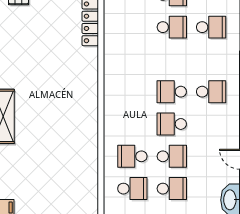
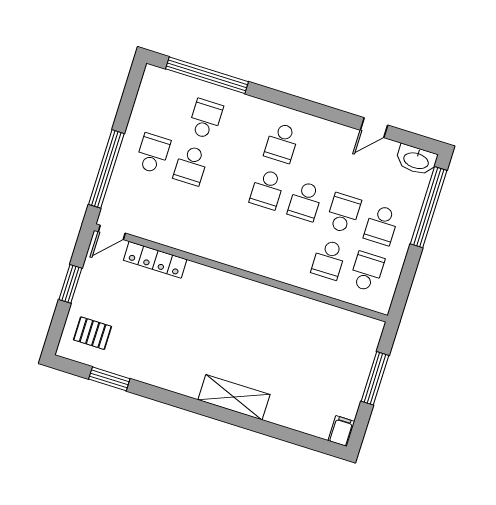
school desk: (172, 27) -> (191, 165), turned 180
school desk: (211, 92) -> (282, 143), turned 180
school desk: (172, 189) -> (381, 225), turned 180

